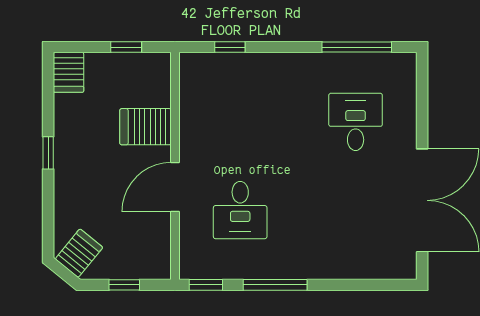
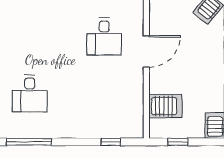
server rack: (145, 127) -> (165, 106), moved
desk: (240, 210) -> (104, 37), turned 180

